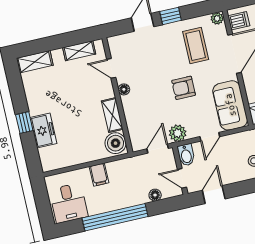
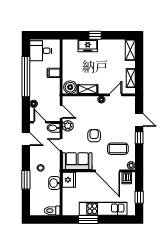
door: (182, 178) -> (40, 122), hinge flipped

